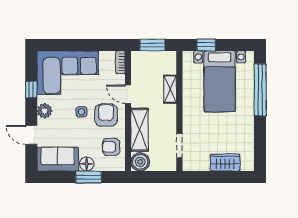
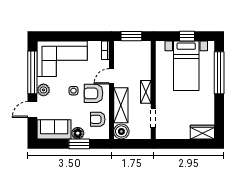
window: (206, 45) -> (187, 36), moved
window: (31, 89) -> (32, 72), width x3.17
shelving: (170, 89) -> (146, 92), moved
door: (128, 94) -> (111, 76), hinge flipped
armchair: (106, 115) -> (93, 93), turned -90
door: (31, 135) -> (32, 109), hinge flipped
wardrobe: (225, 163) -> (202, 132), moved

